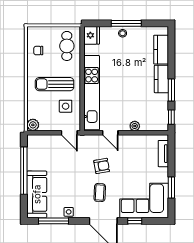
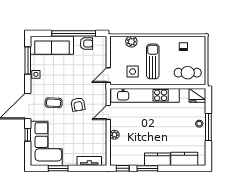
plant: (33, 125) -> (131, 42), moved
armchair: (35, 157) -> (86, 43), added

